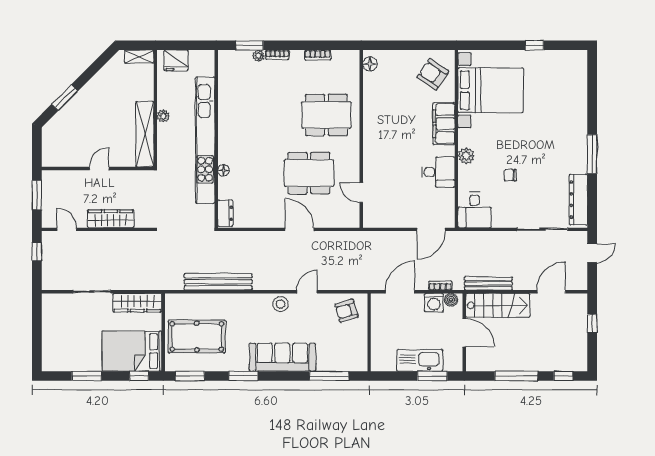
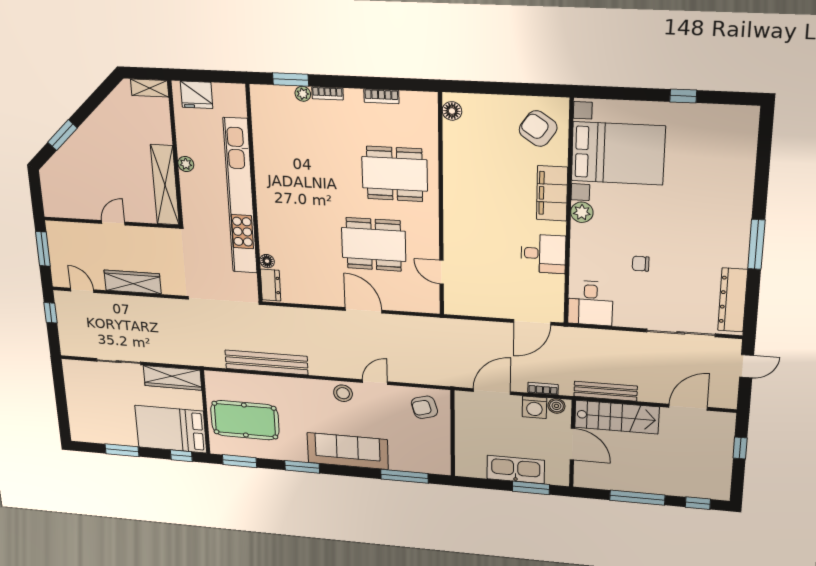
plant: (466, 156) -> (582, 212), moved
floor lamp: (224, 170) -> (267, 261), moved

